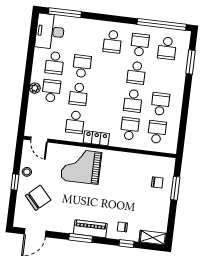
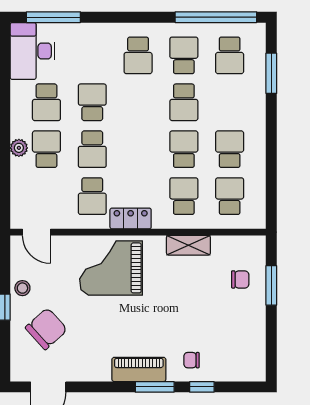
school desk: (133, 101) -> (184, 149), turned 180
window: (81, 238) -> (155, 387), moved
shelving: (153, 238) -> (188, 245), moved

